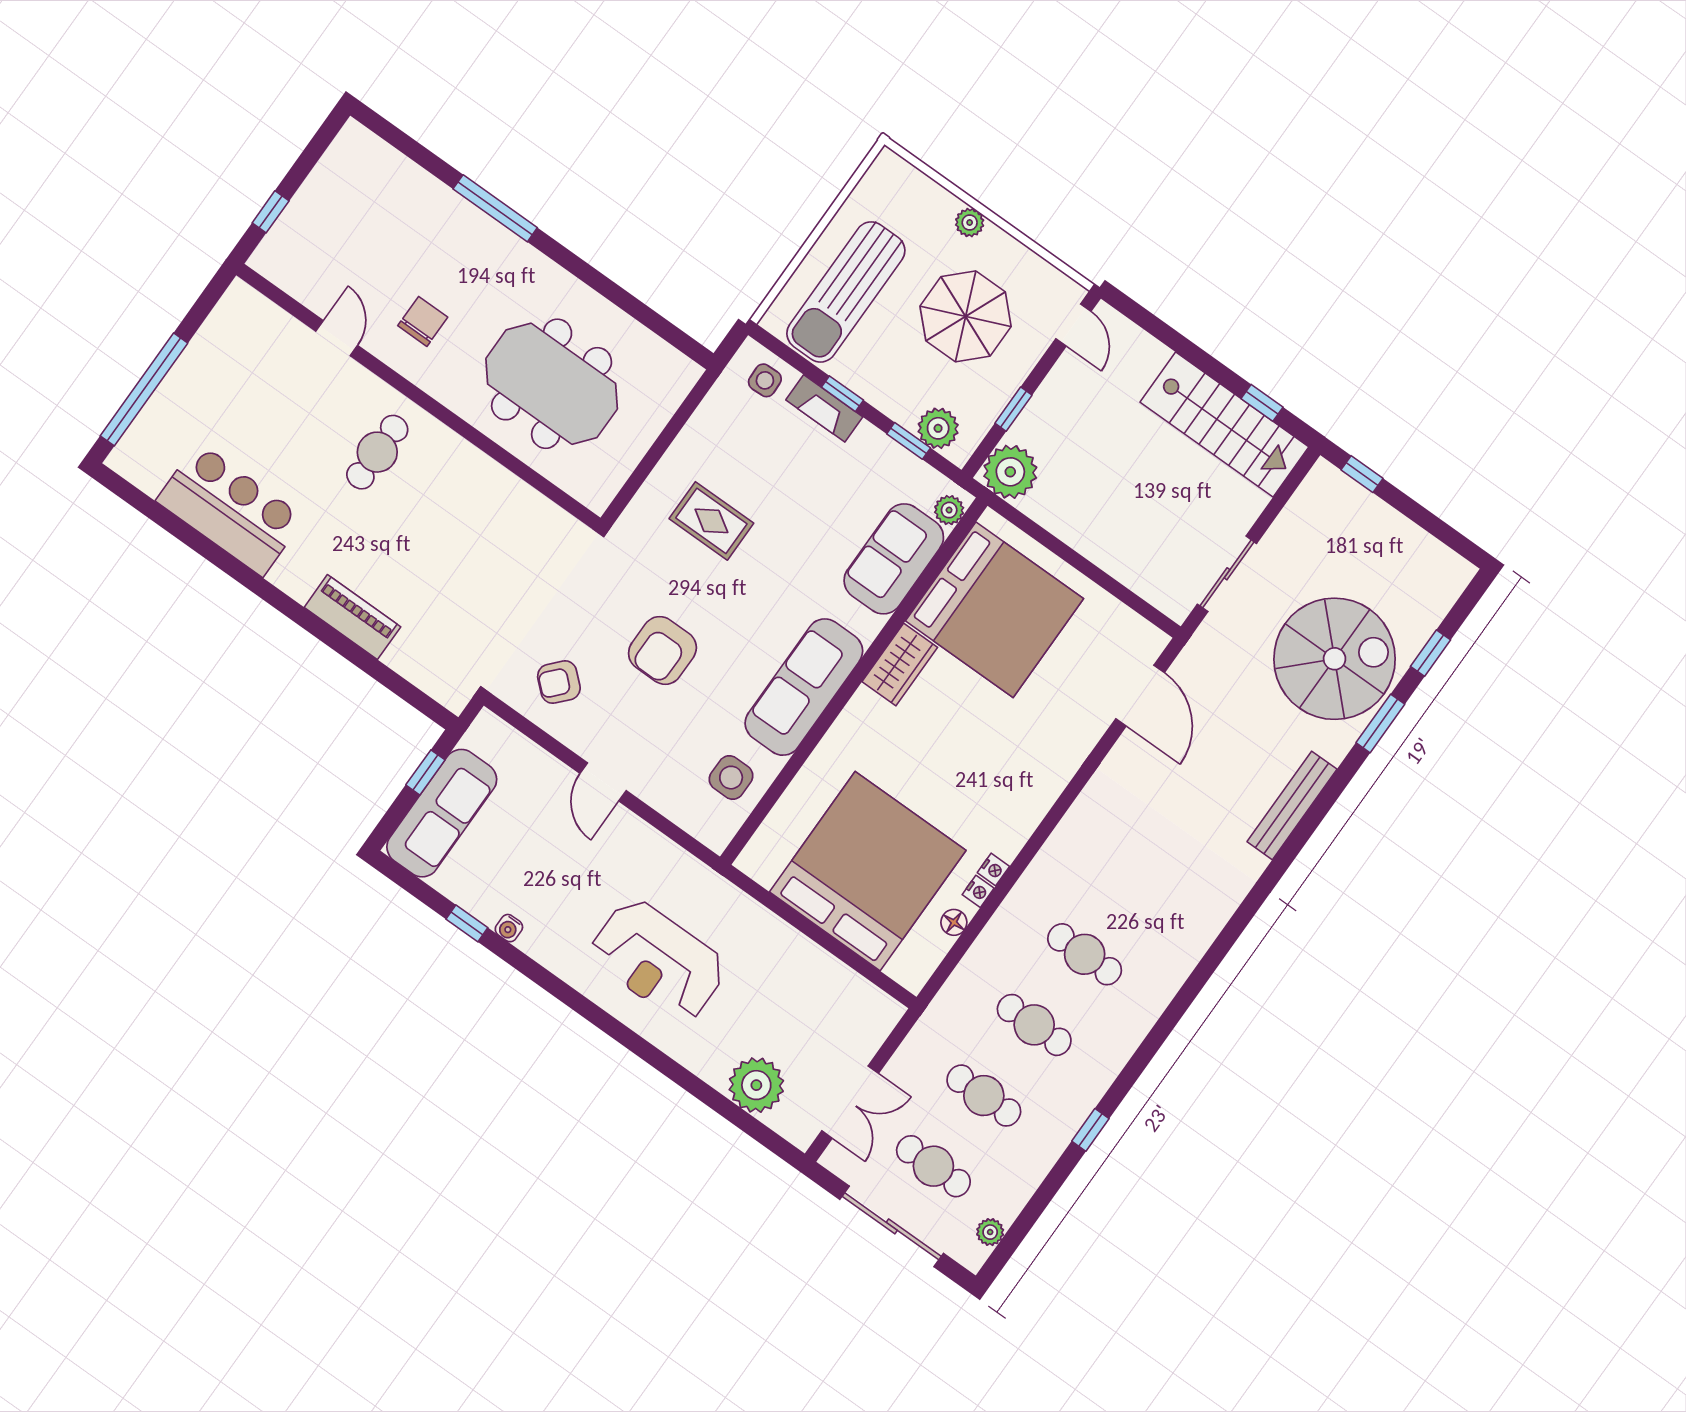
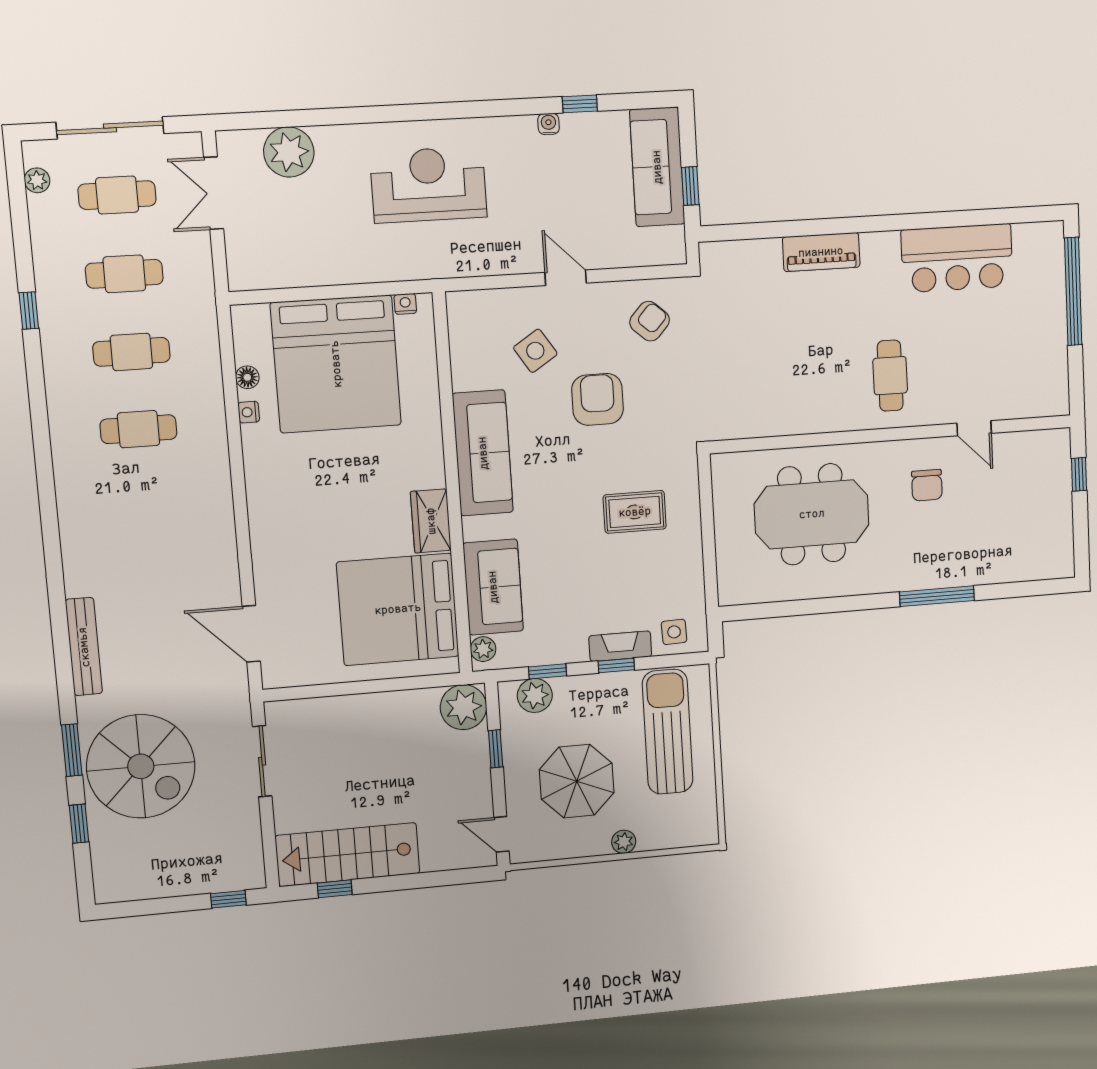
spiral stairs: (1335, 659) -> (141, 766), turned -90
side table: (731, 778) -> (535, 351), moved, turned -33
nightstand: (993, 870) -> (405, 304), moved, turned 90

